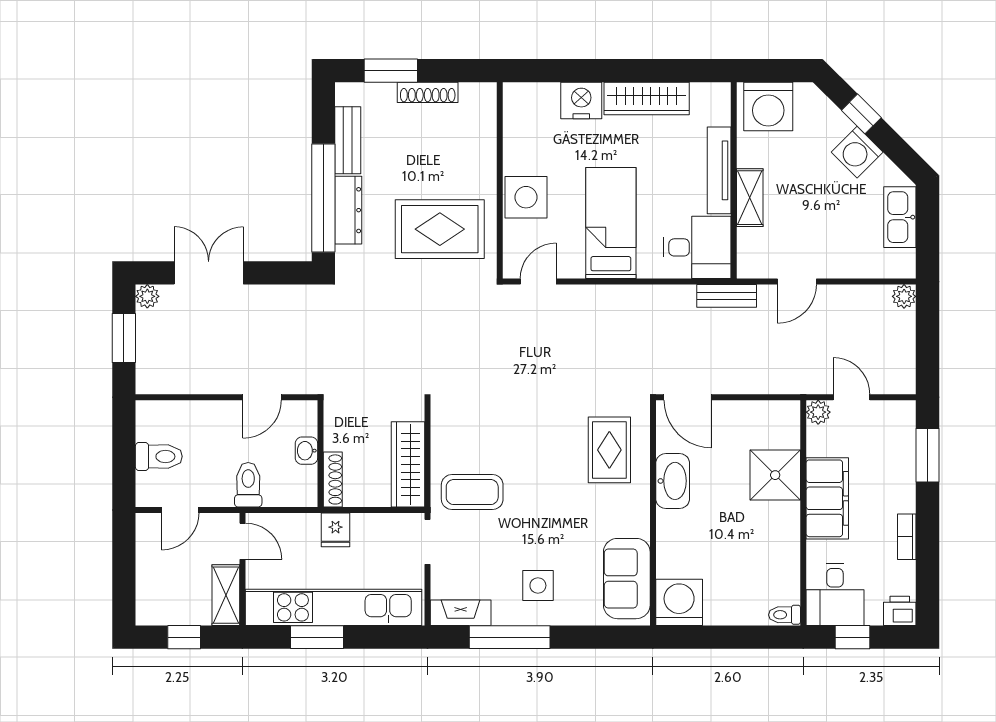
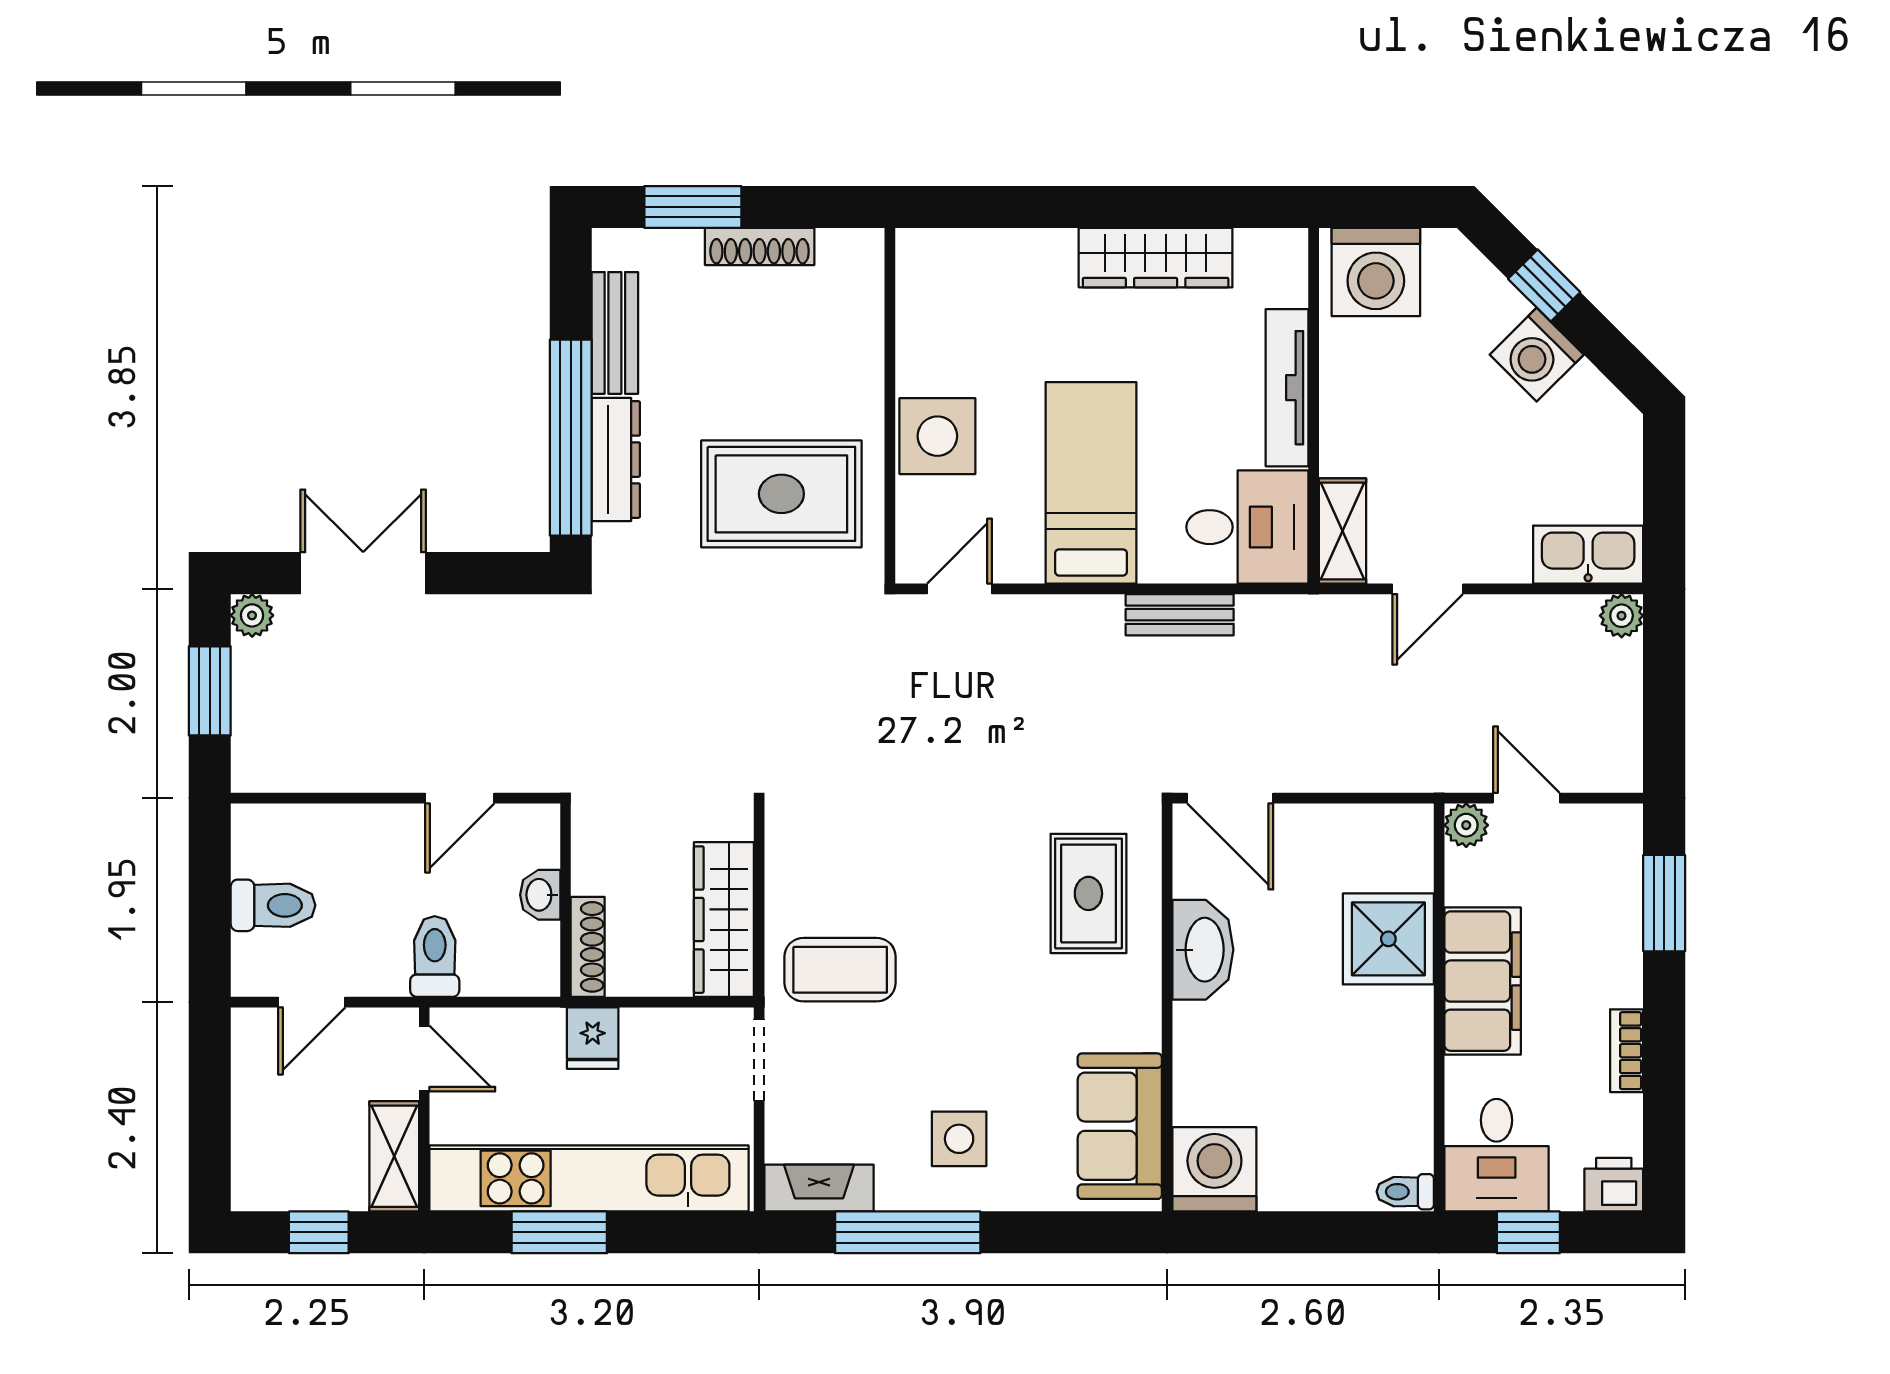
nightstand: (581, 101) -> (1037, 261), removed
shelving: (750, 198) -> (1342, 531), moved
kitchen sink: (900, 217) -> (1588, 555), moved, turned 90
bench: (727, 296) -> (1180, 615), moved

